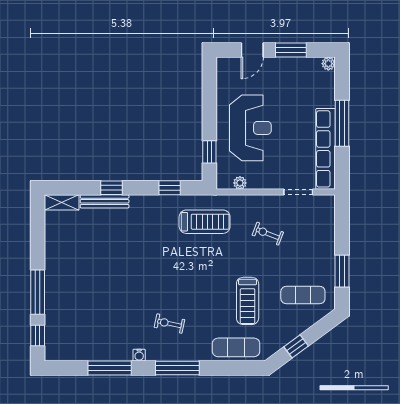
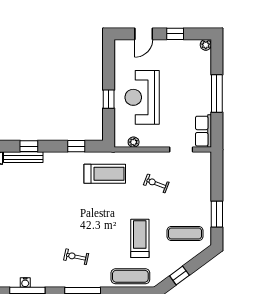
window: (291, 50) -> (175, 34), width x0.67
reception desk: (250, 128) -> (142, 97), turned 180
row of seats: (326, 149) -> (203, 131), width x0.50
window: (209, 152) -> (109, 99), moved
treadmill: (248, 301) -> (140, 238), turned 180
water cooler: (139, 355) -> (25, 283), moved

